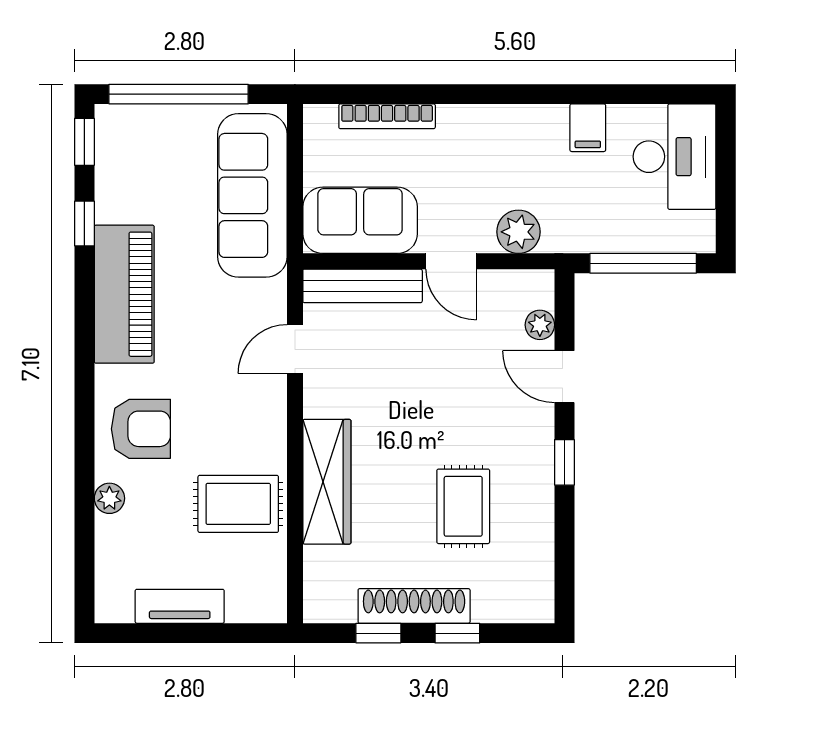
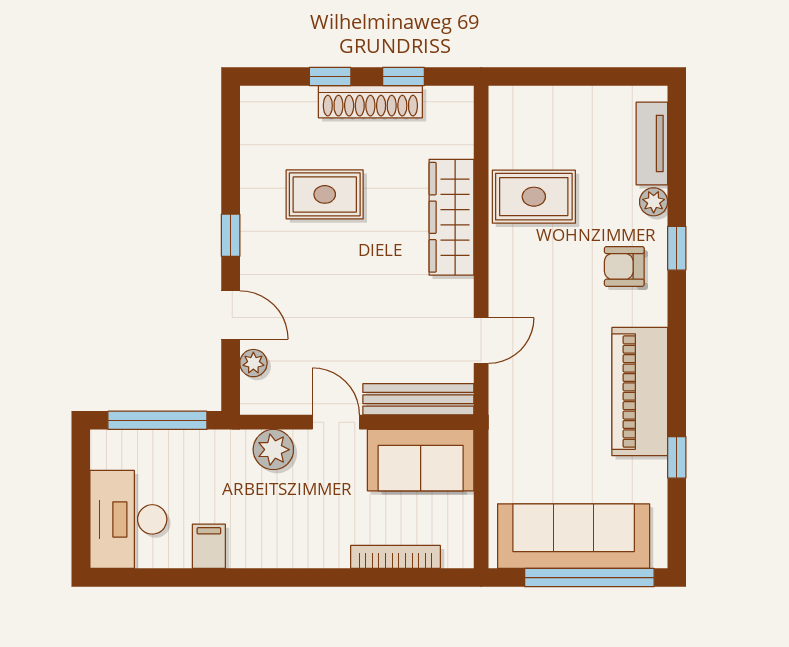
window: (84, 142) -> (677, 248), moved
sofa: (252, 195) -> (574, 536), moved, turned -90
armchair: (141, 429) -> (624, 266), width x0.72, depth x0.72
rug: (463, 506) -> (325, 194), turned 90
tv unit: (180, 606) -> (652, 143), moved, turned 90

